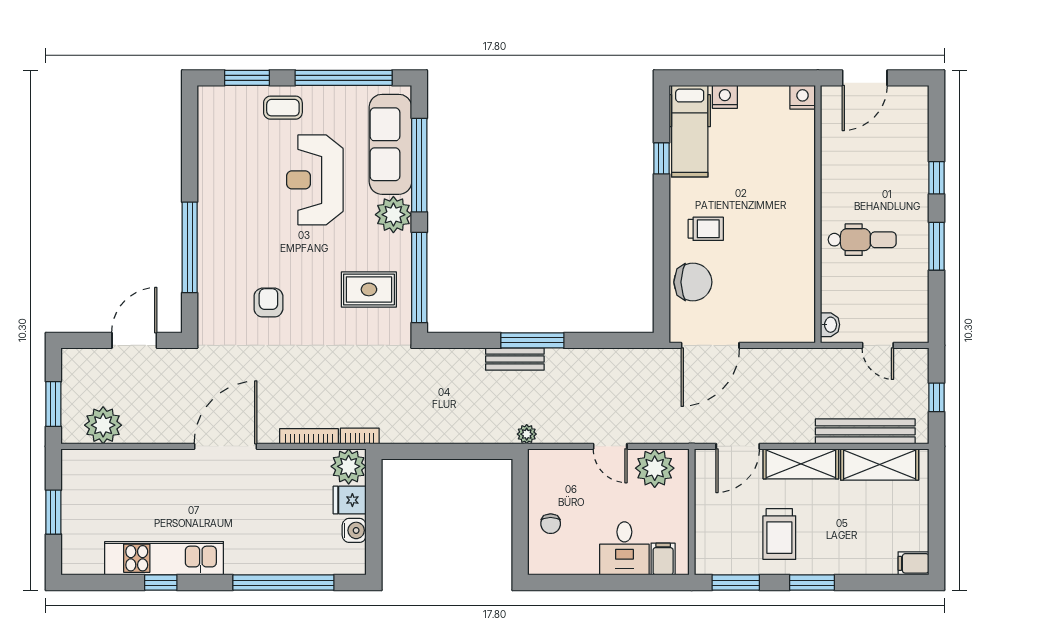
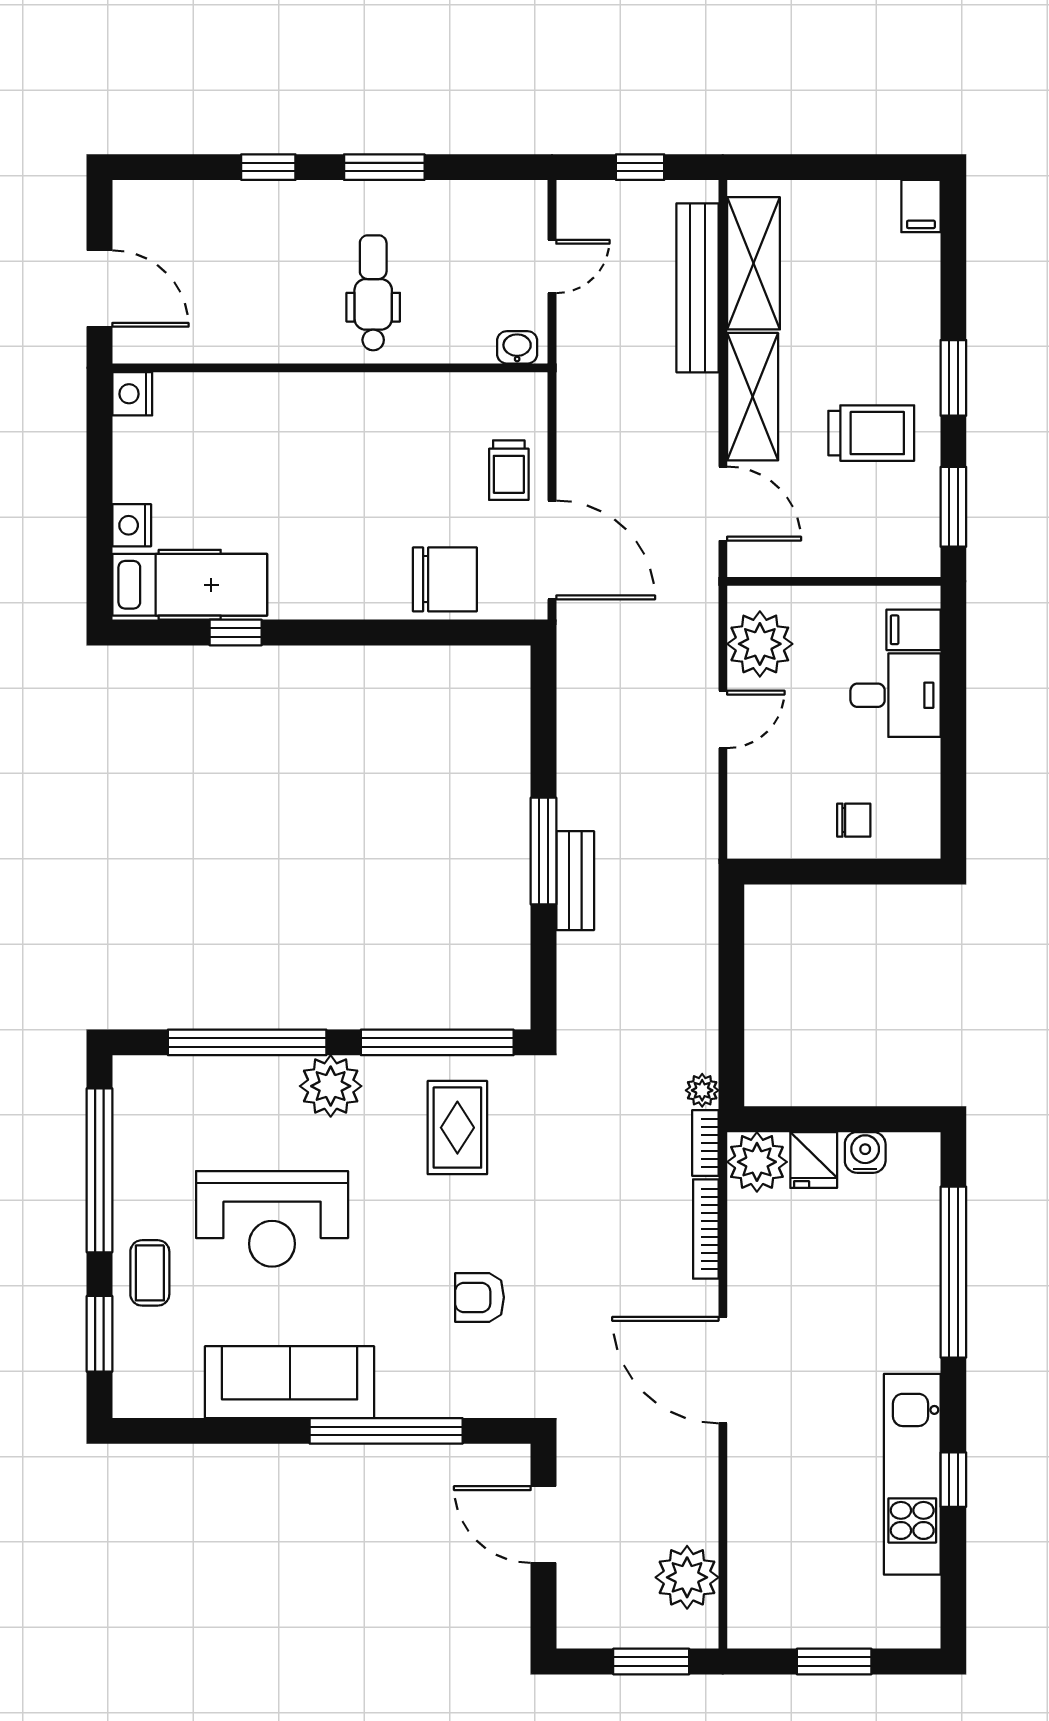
sofa: (390, 144) -> (290, 1382), moved, turned 180
trolley: (706, 229) -> (509, 470), moved, turned 180
chair: (693, 282) -> (445, 579), turned 90
plant: (527, 434) -> (702, 1090), moved

